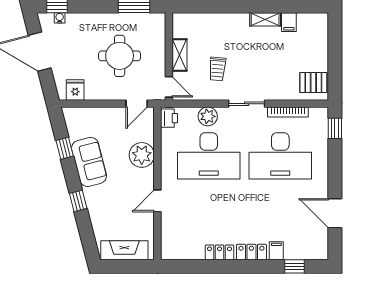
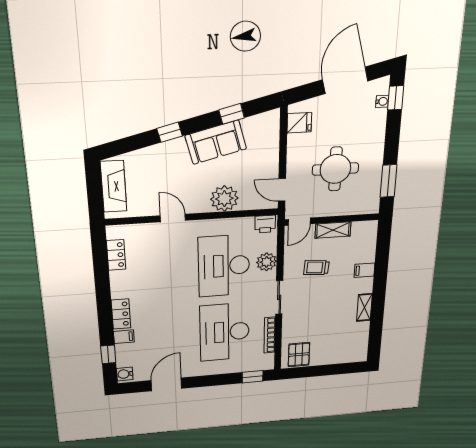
filing cabinet: (289, 22) -> (365, 270), moved
locker: (220, 252) -> (116, 255), moved
water cooler: (318, 252) -> (125, 374), added

